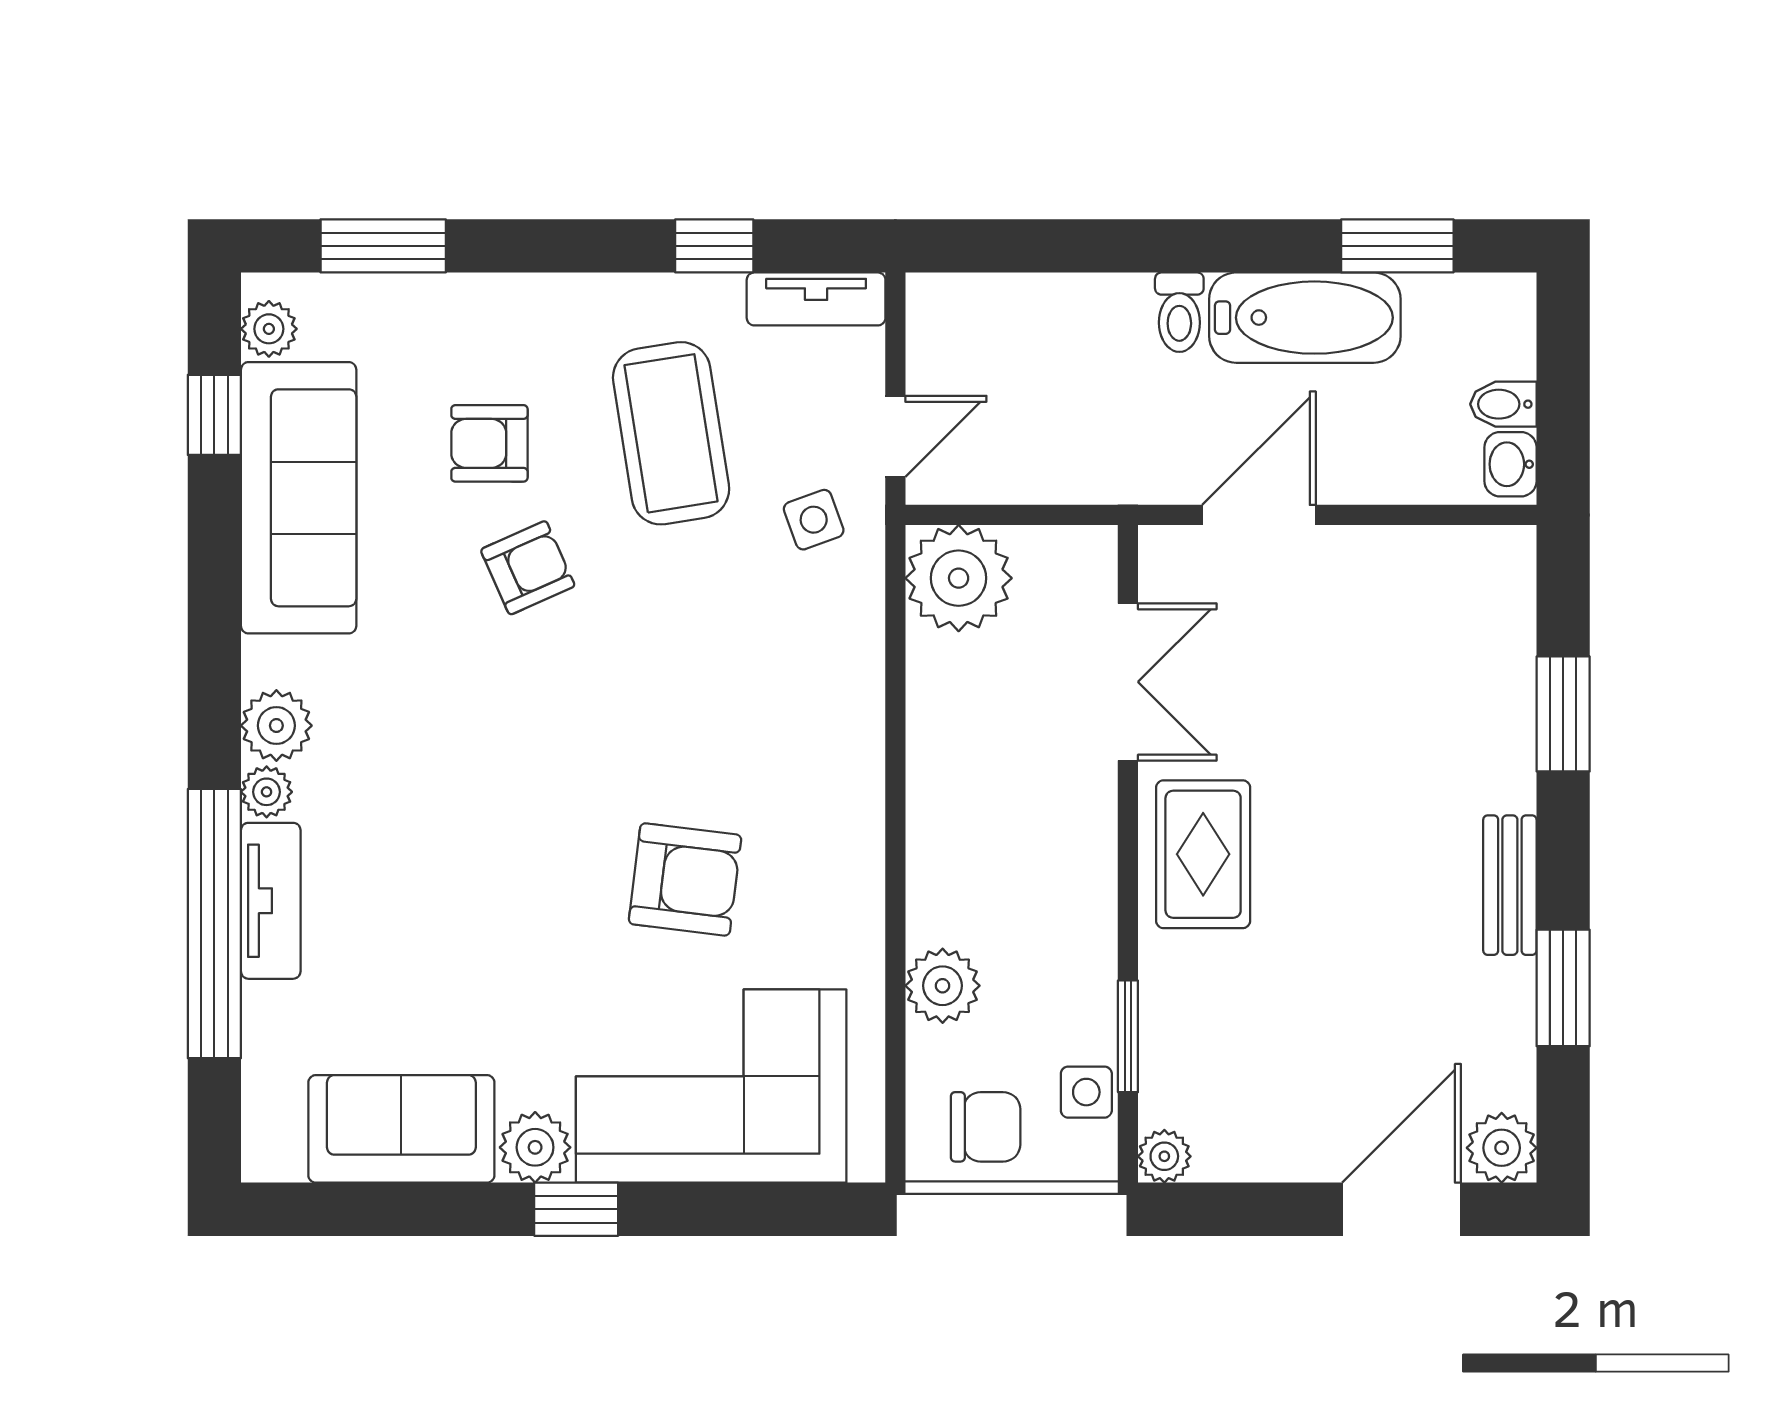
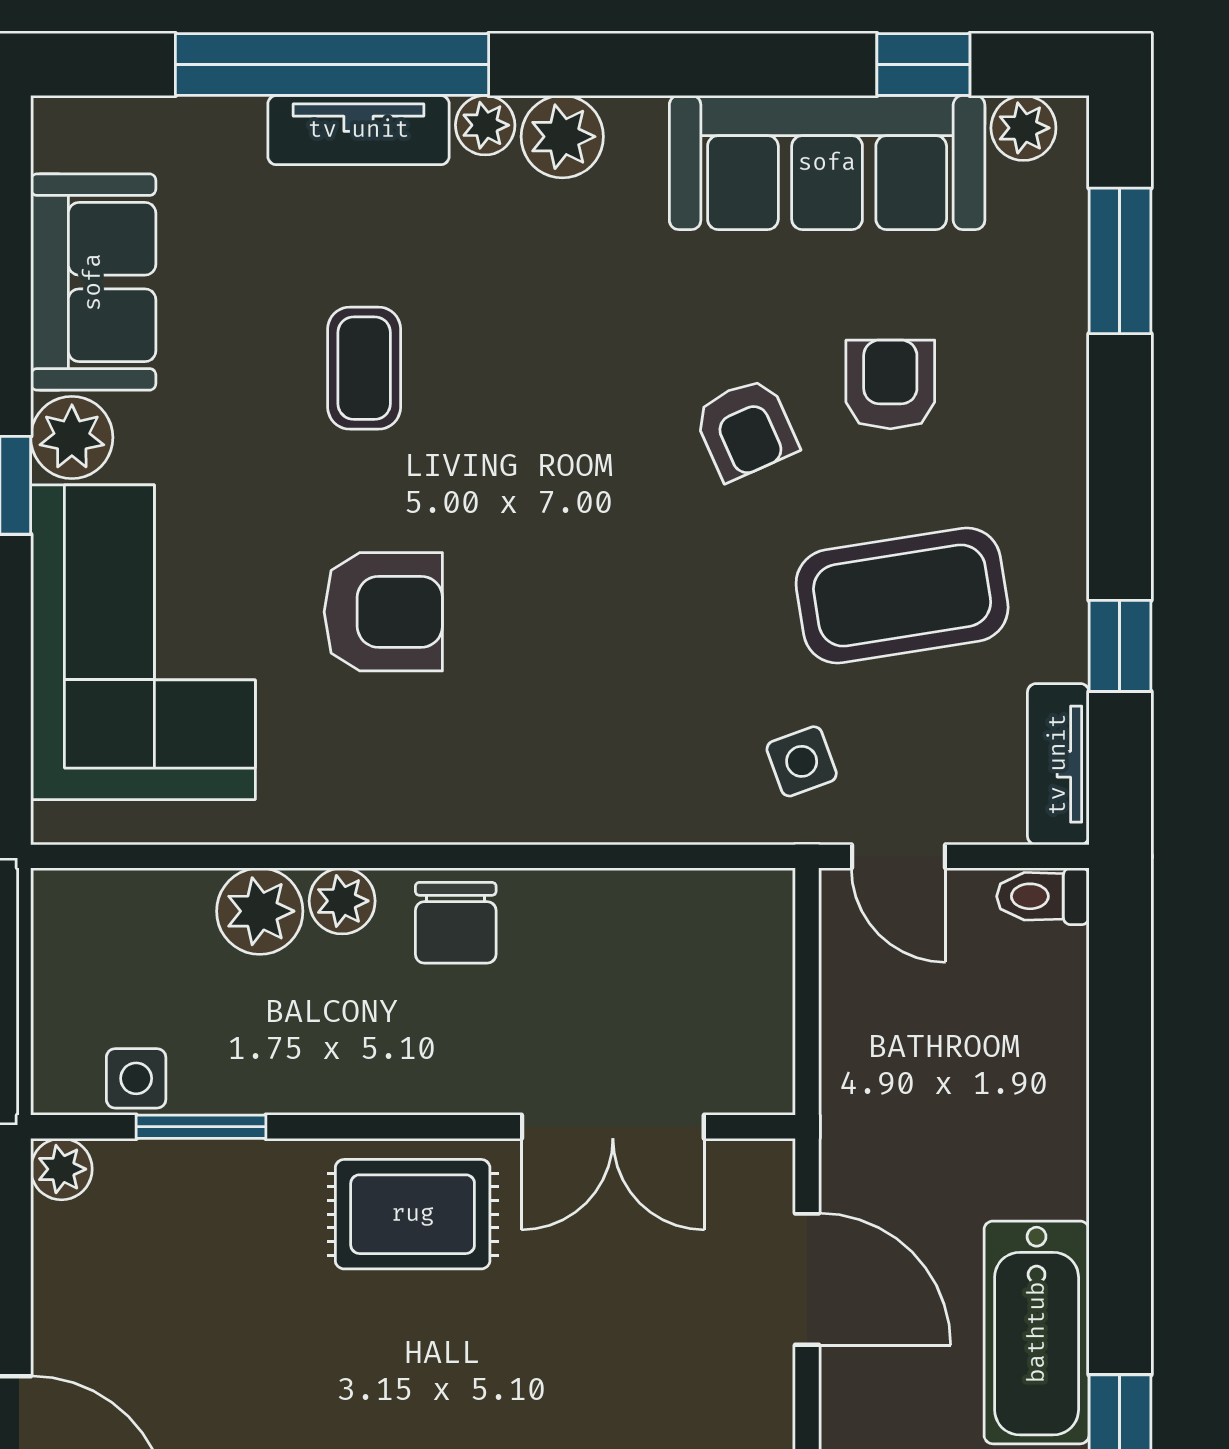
toilet: (1179, 312) -> (1043, 896), moved
plant: (959, 578) -> (342, 901), moved, width x0.53, depth x0.53
armchair: (685, 879) -> (383, 612), turned -97
coffee table: (475, 896) -> (364, 368), added
chair: (986, 1127) -> (456, 923), moved

